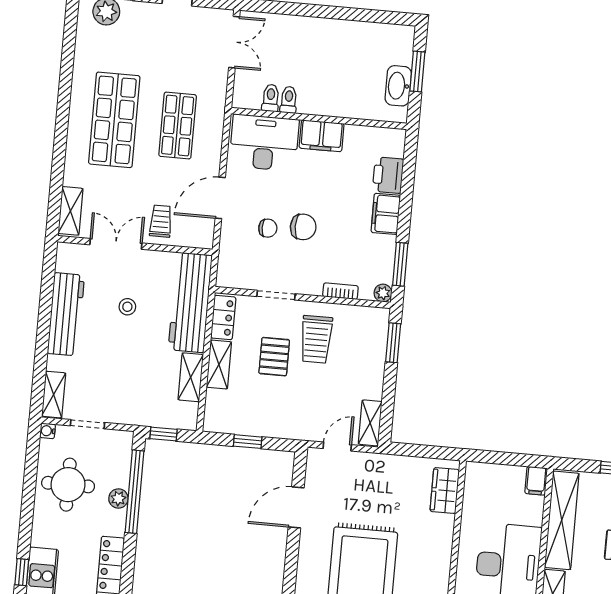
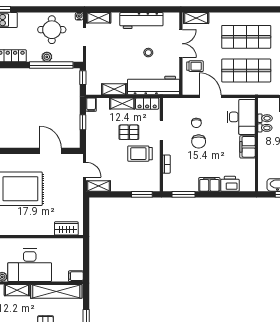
shop shelf: (178, 126) -> (246, 70), width x1.43, depth x1.36
plant: (383, 293) -> (168, 187), removed
filing cabinet: (216, 423) -> (91, 105), added

